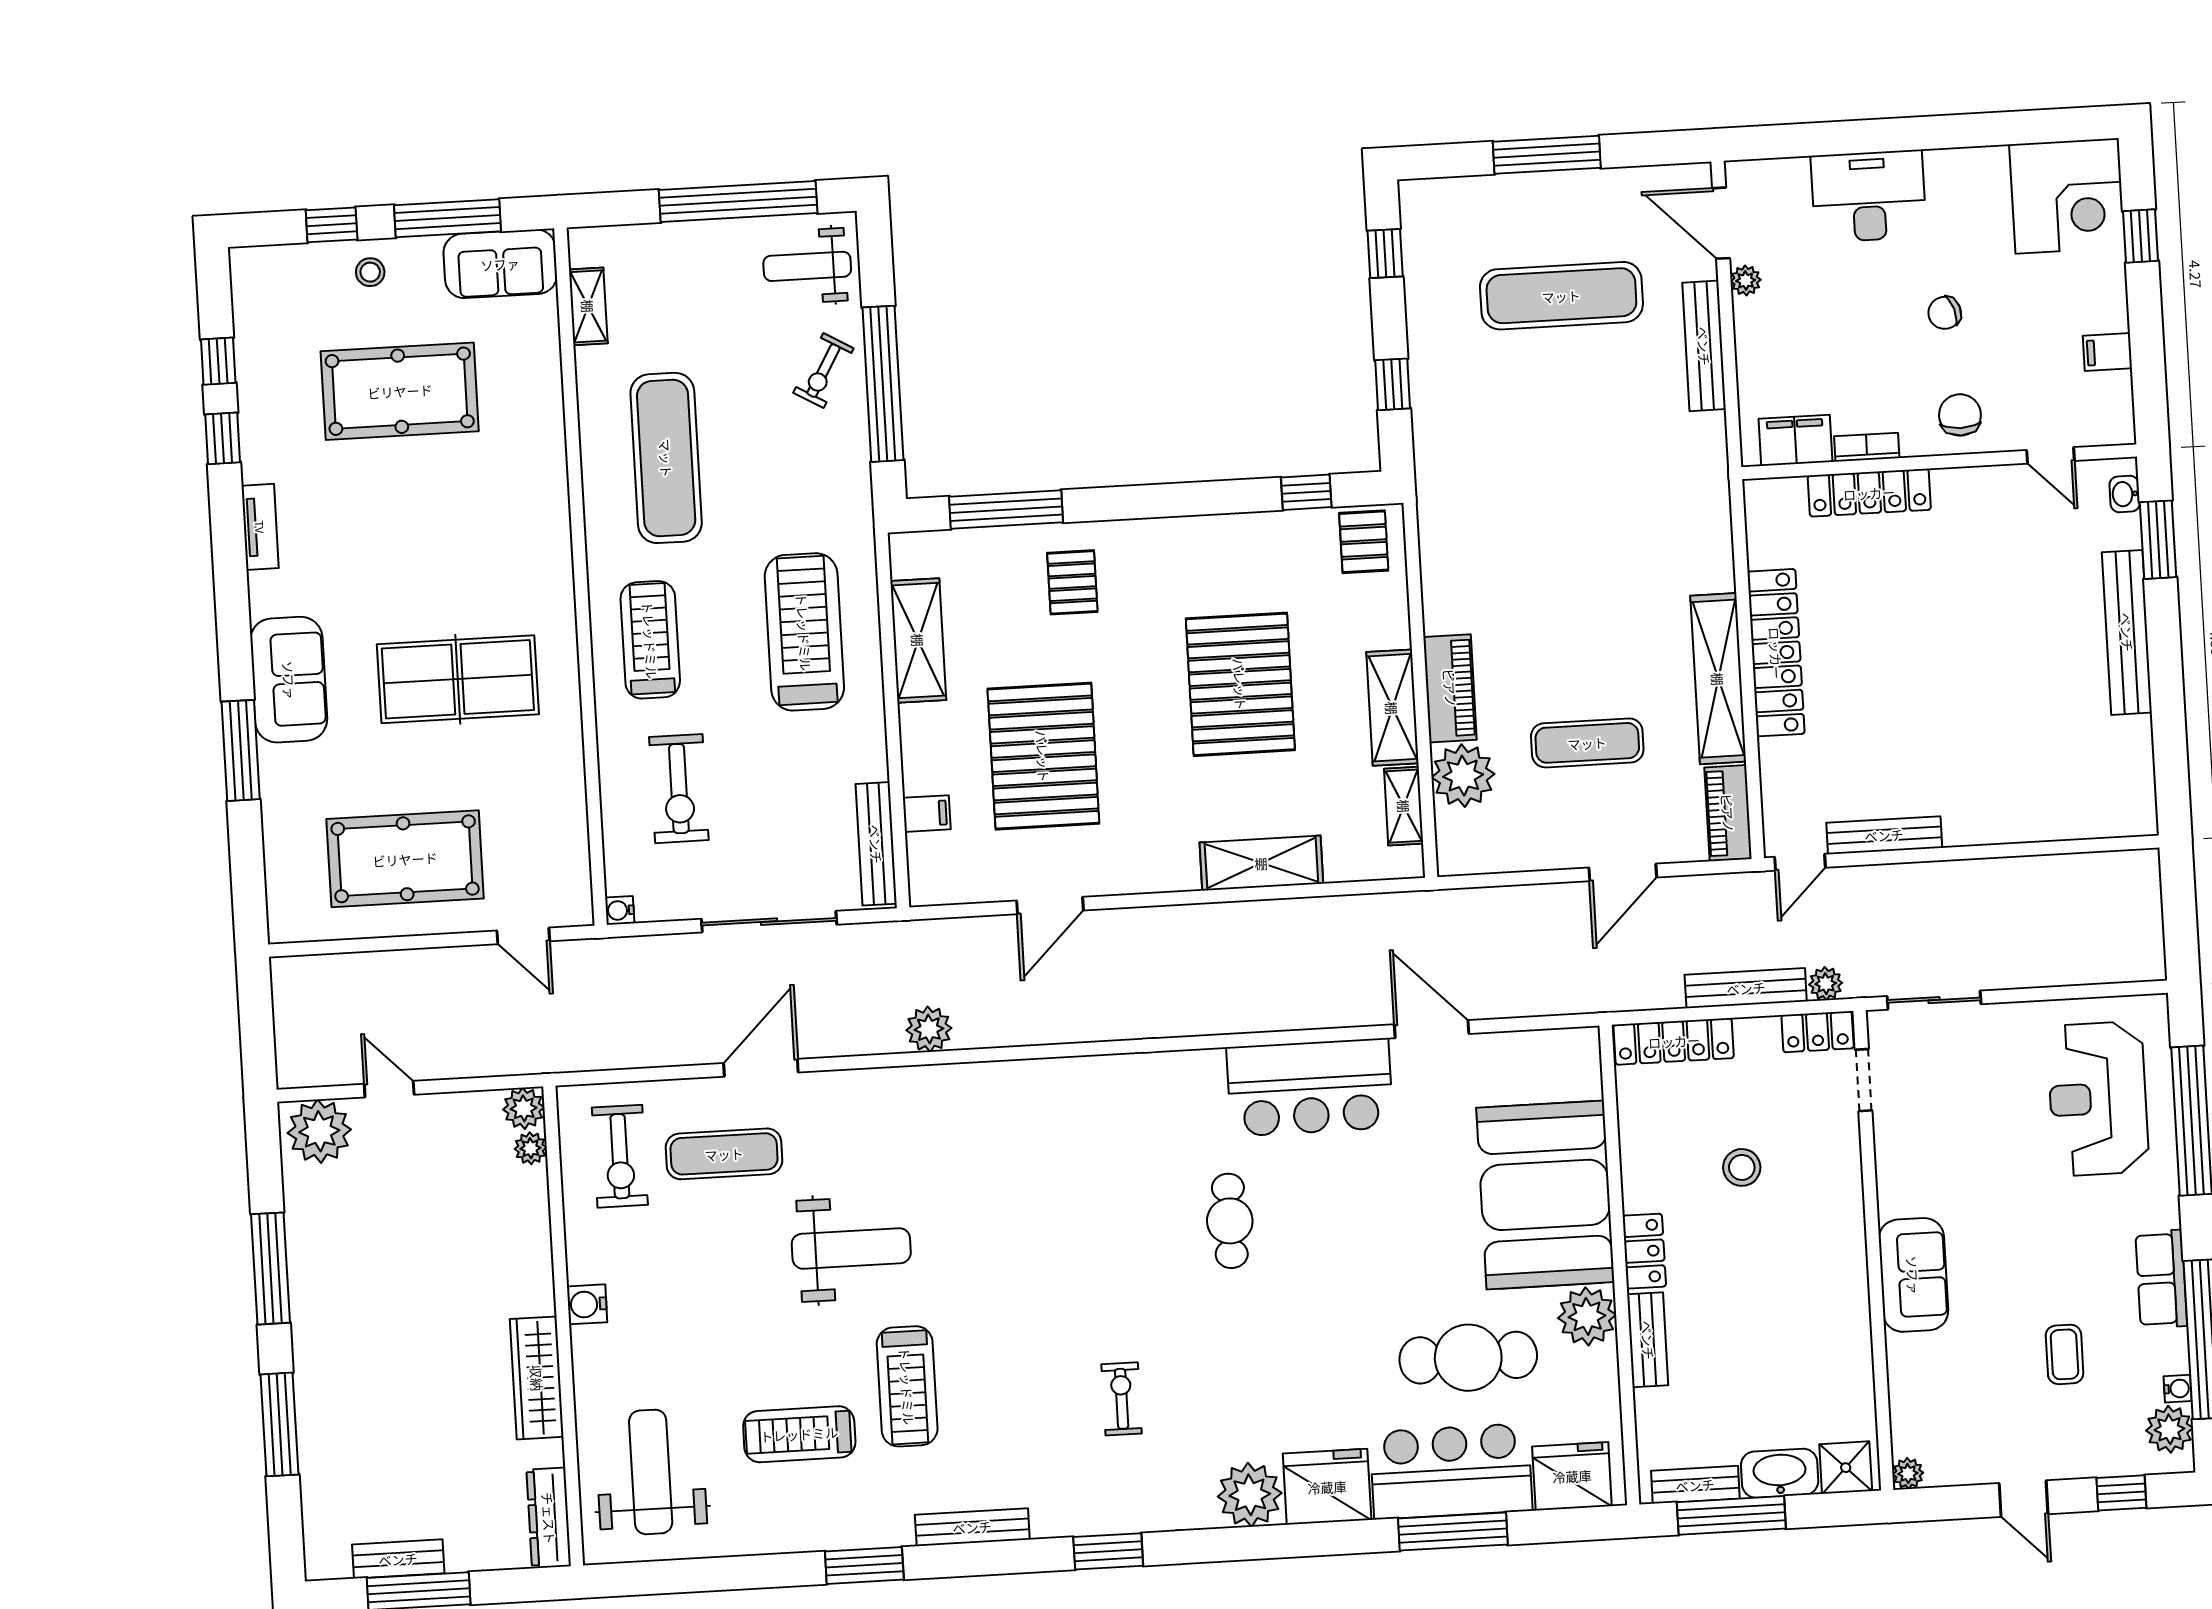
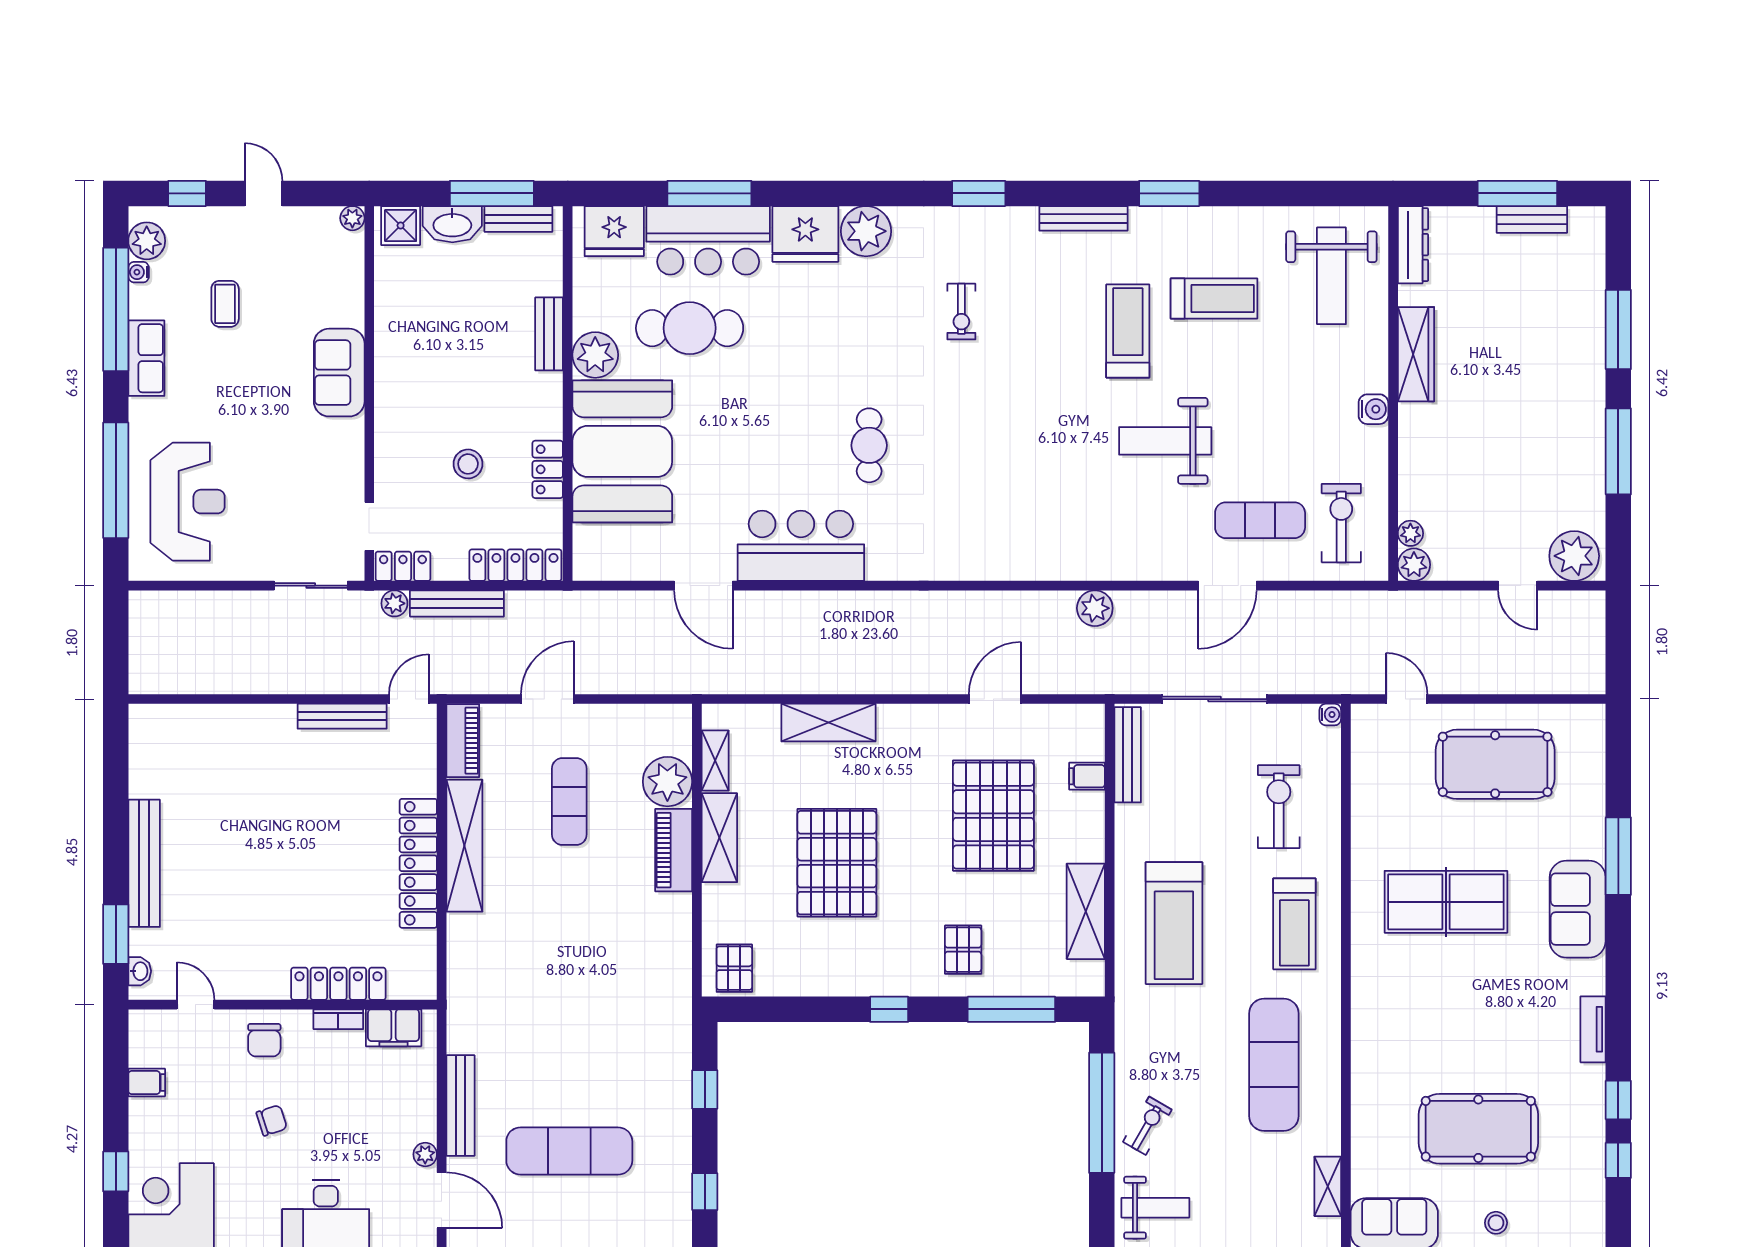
window: (1306, 492) -> (889, 1009), moved
exercise mat: (1587, 743) -> (569, 801), turned 90
locker: (1644, 1251) -> (548, 469), moved

